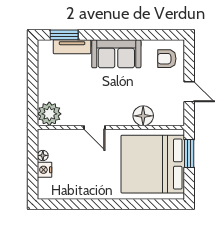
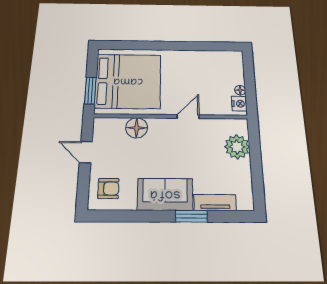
window: (64, 35) -> (191, 216), moved
plant: (49, 114) -> (237, 147), moved
door: (94, 127) -> (188, 117), hinge flipped
nightstand: (45, 170) -> (239, 104), moved

